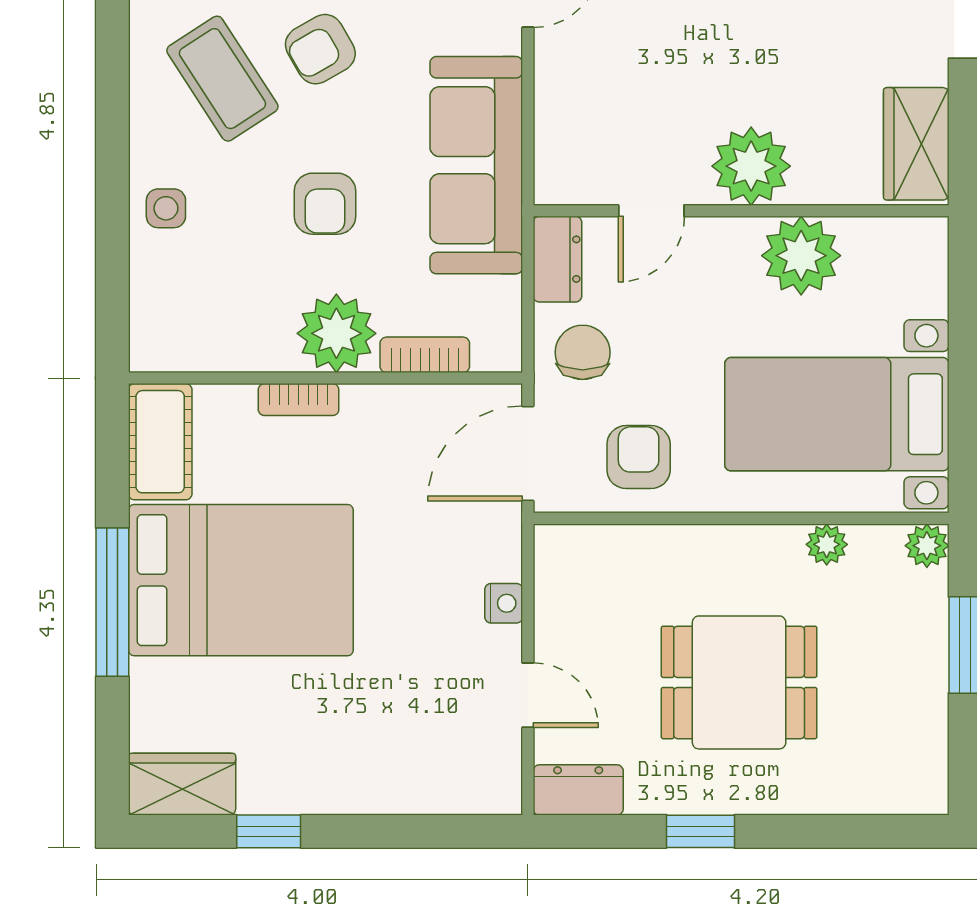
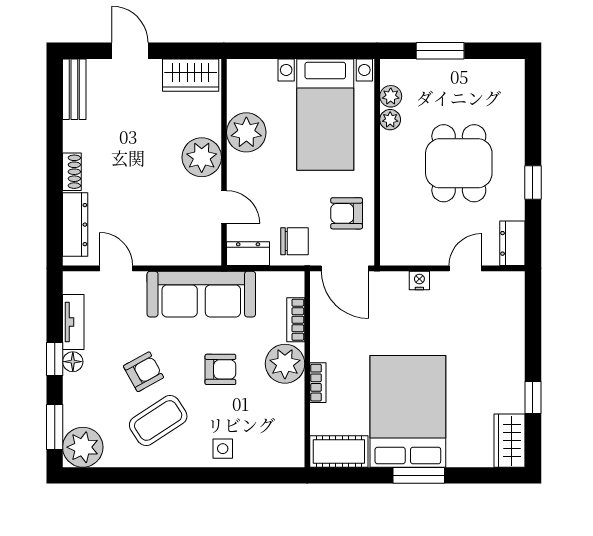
armchair: (320, 49) -> (143, 372), turned -89
chair: (583, 352) -> (294, 241), turned 180
plant: (927, 546) -> (391, 96), moved
window: (112, 602) -> (419, 475), width x0.69

